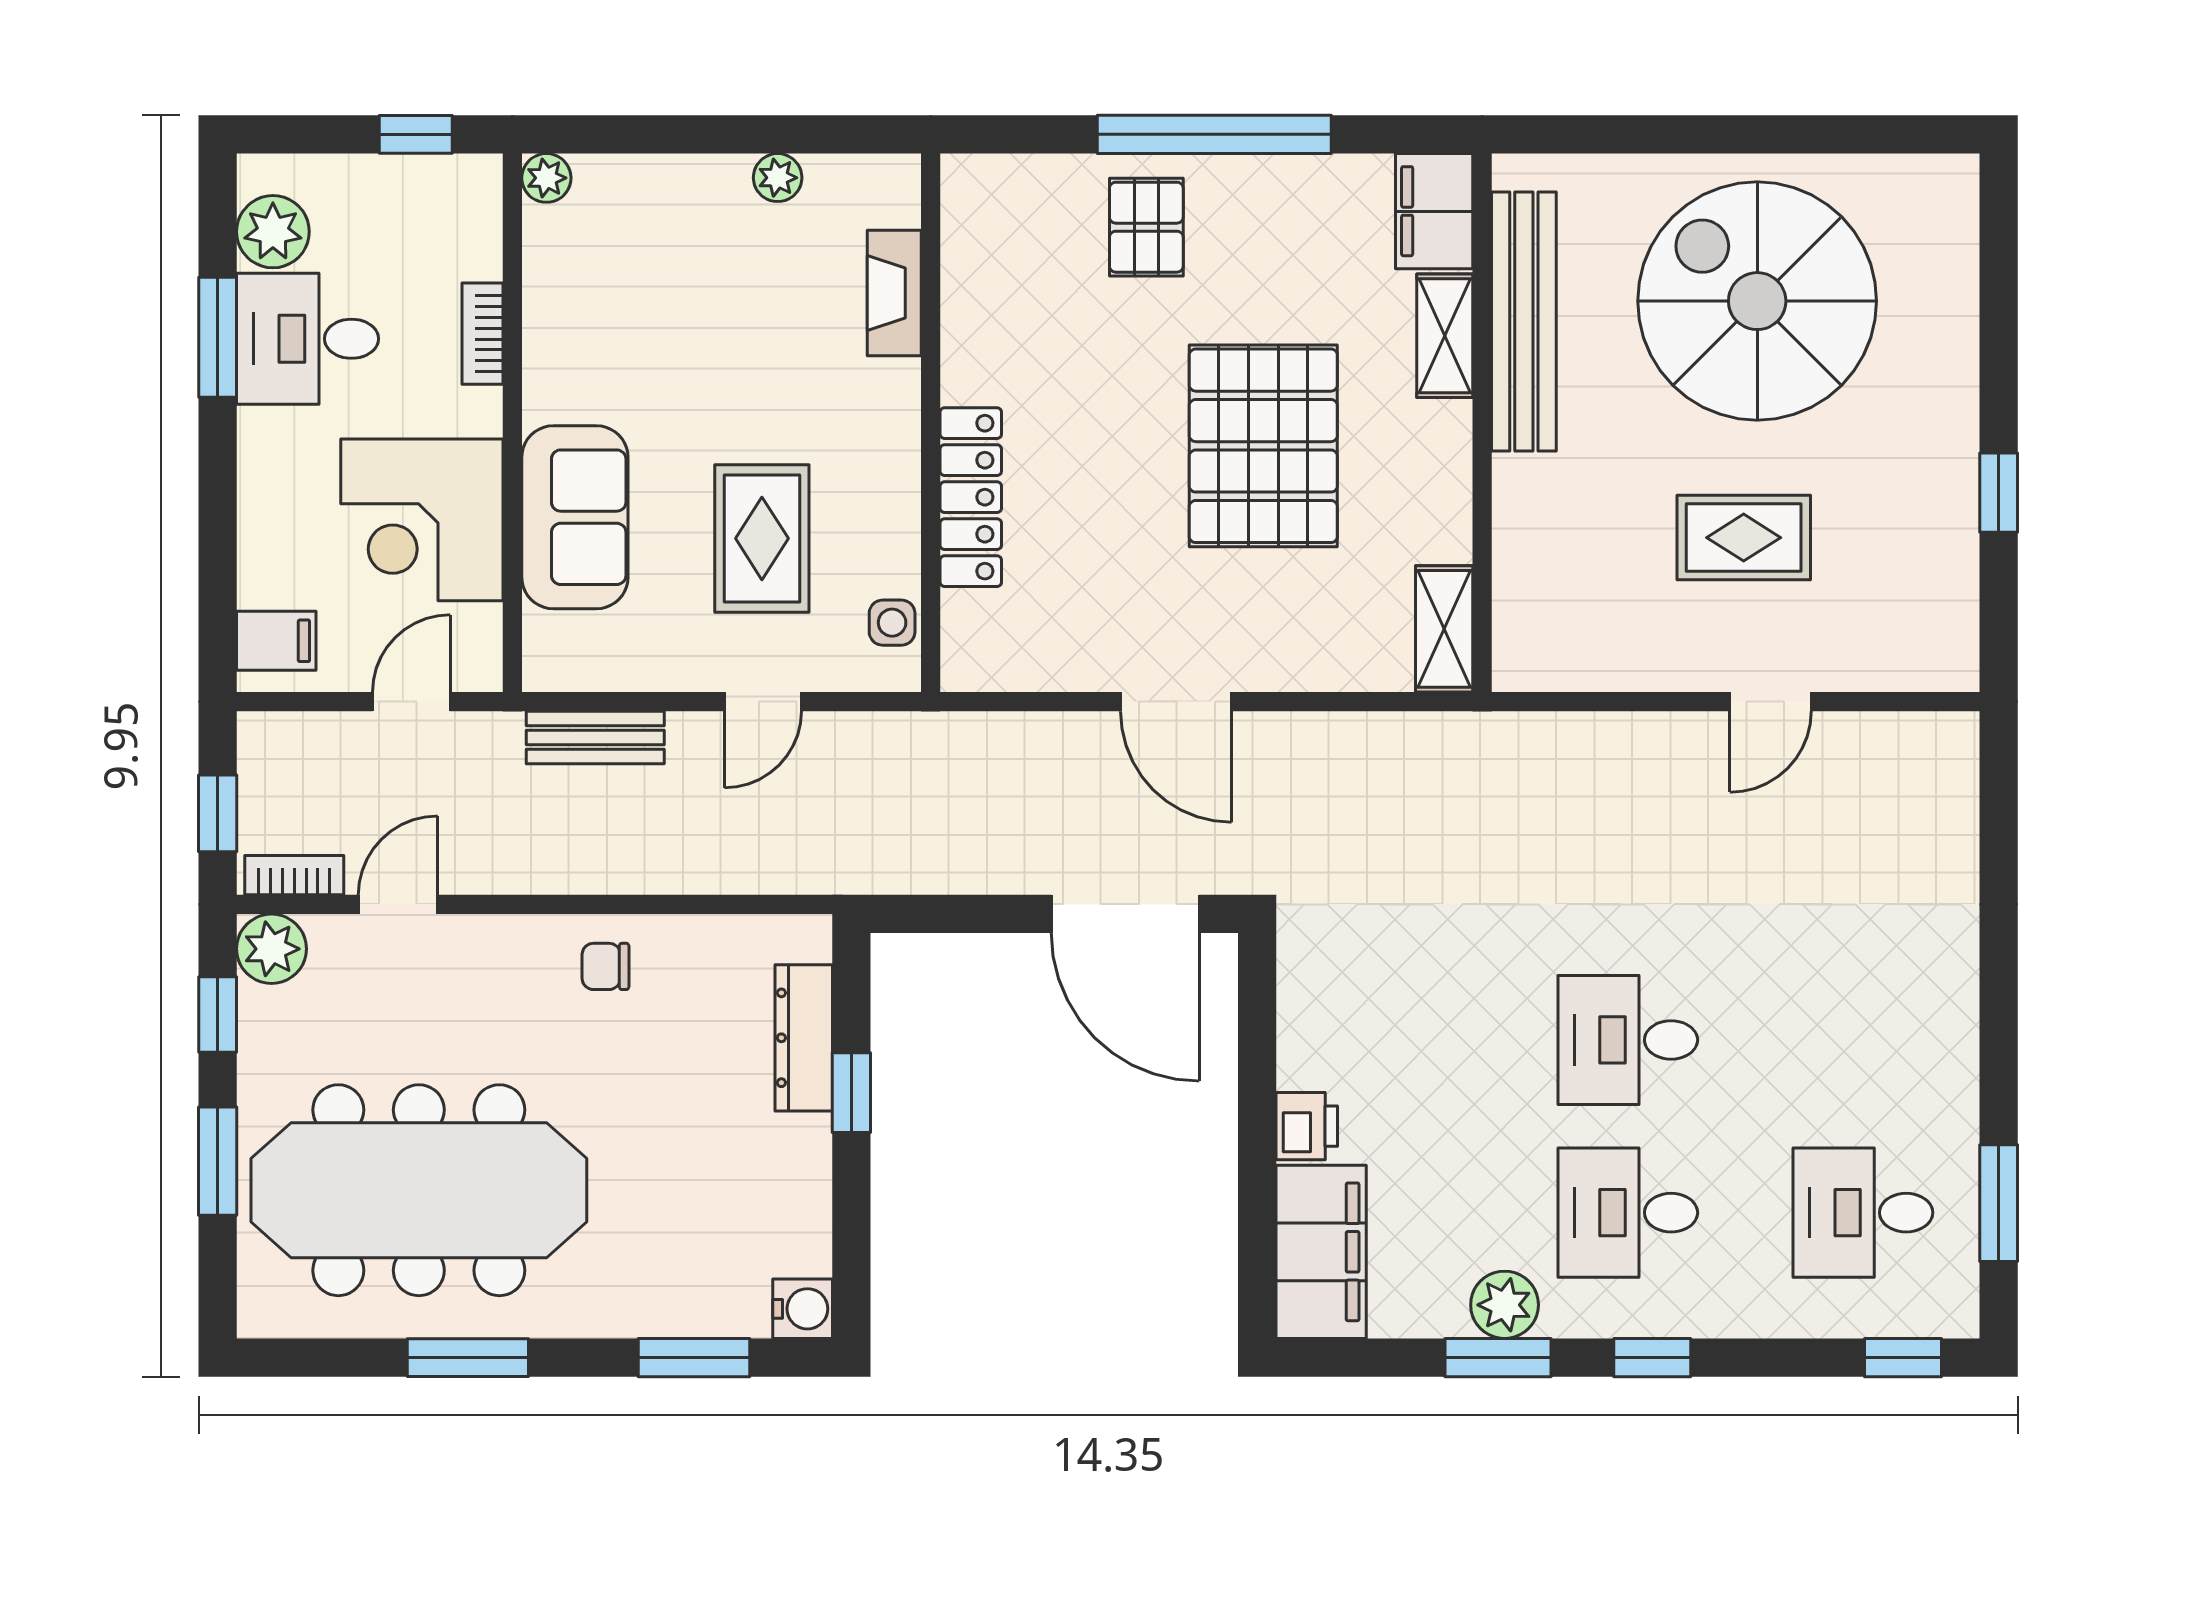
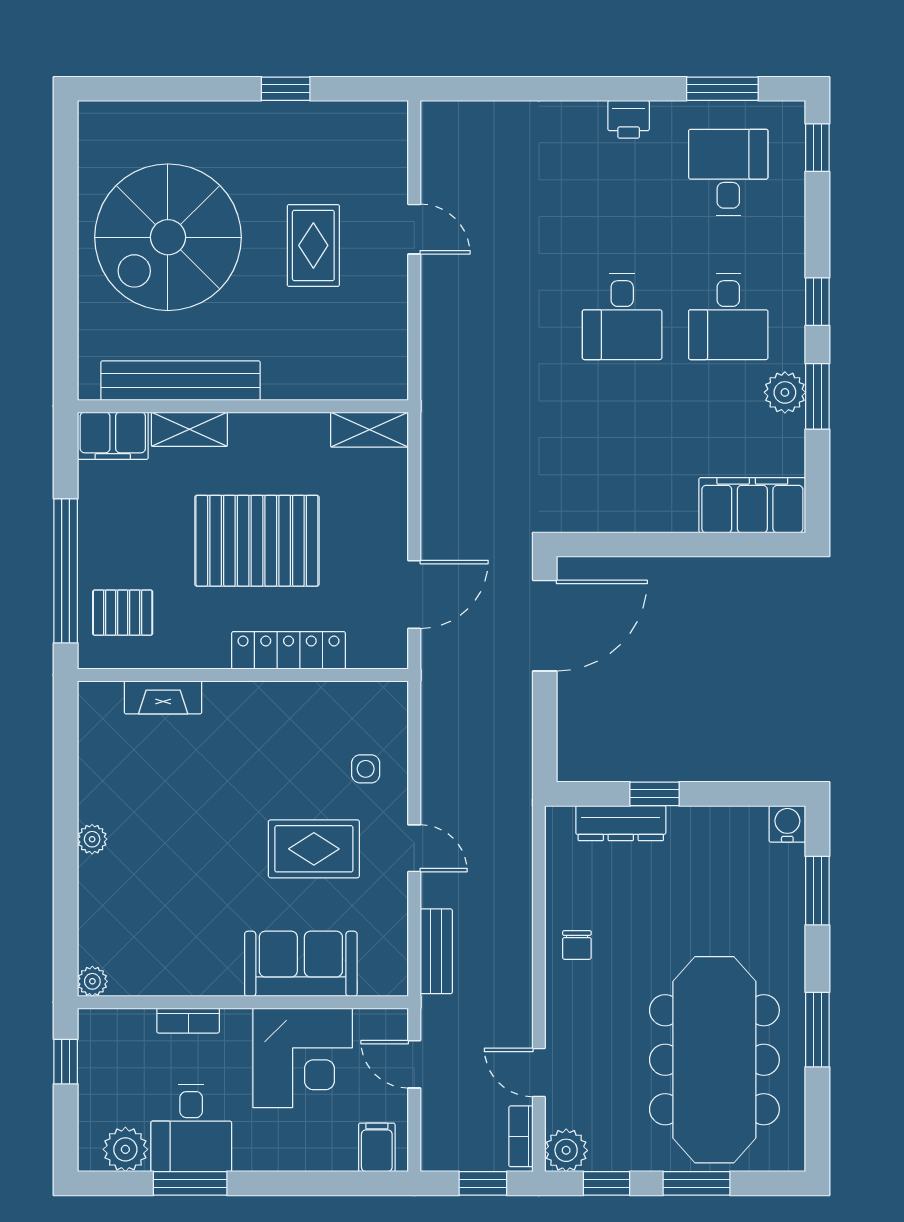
fireplace: (894, 293) -> (163, 697), moved
wall: (931, 423) -> (243, 675), moved
locker: (971, 497) -> (289, 650), moved
printer: (1307, 1126) -> (629, 119), moved, turned 180
desk: (1863, 1213) -> (728, 172), turned 180

